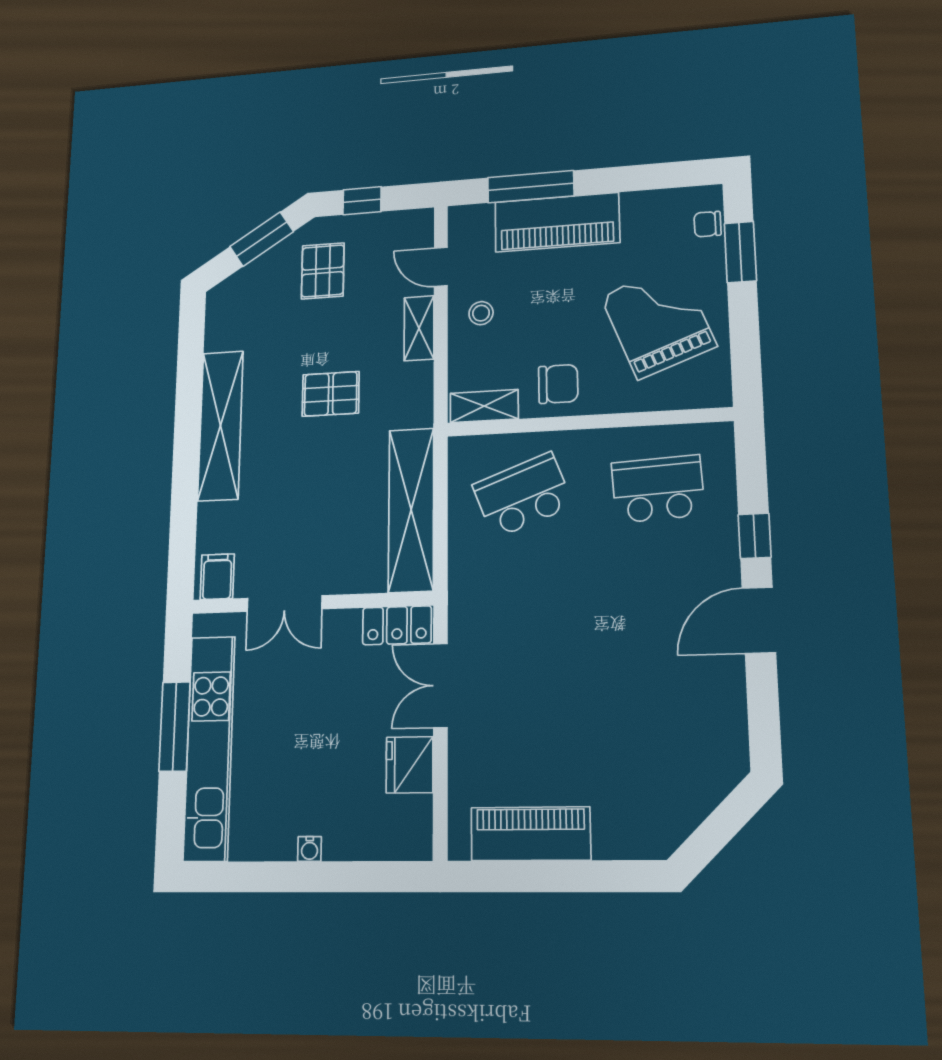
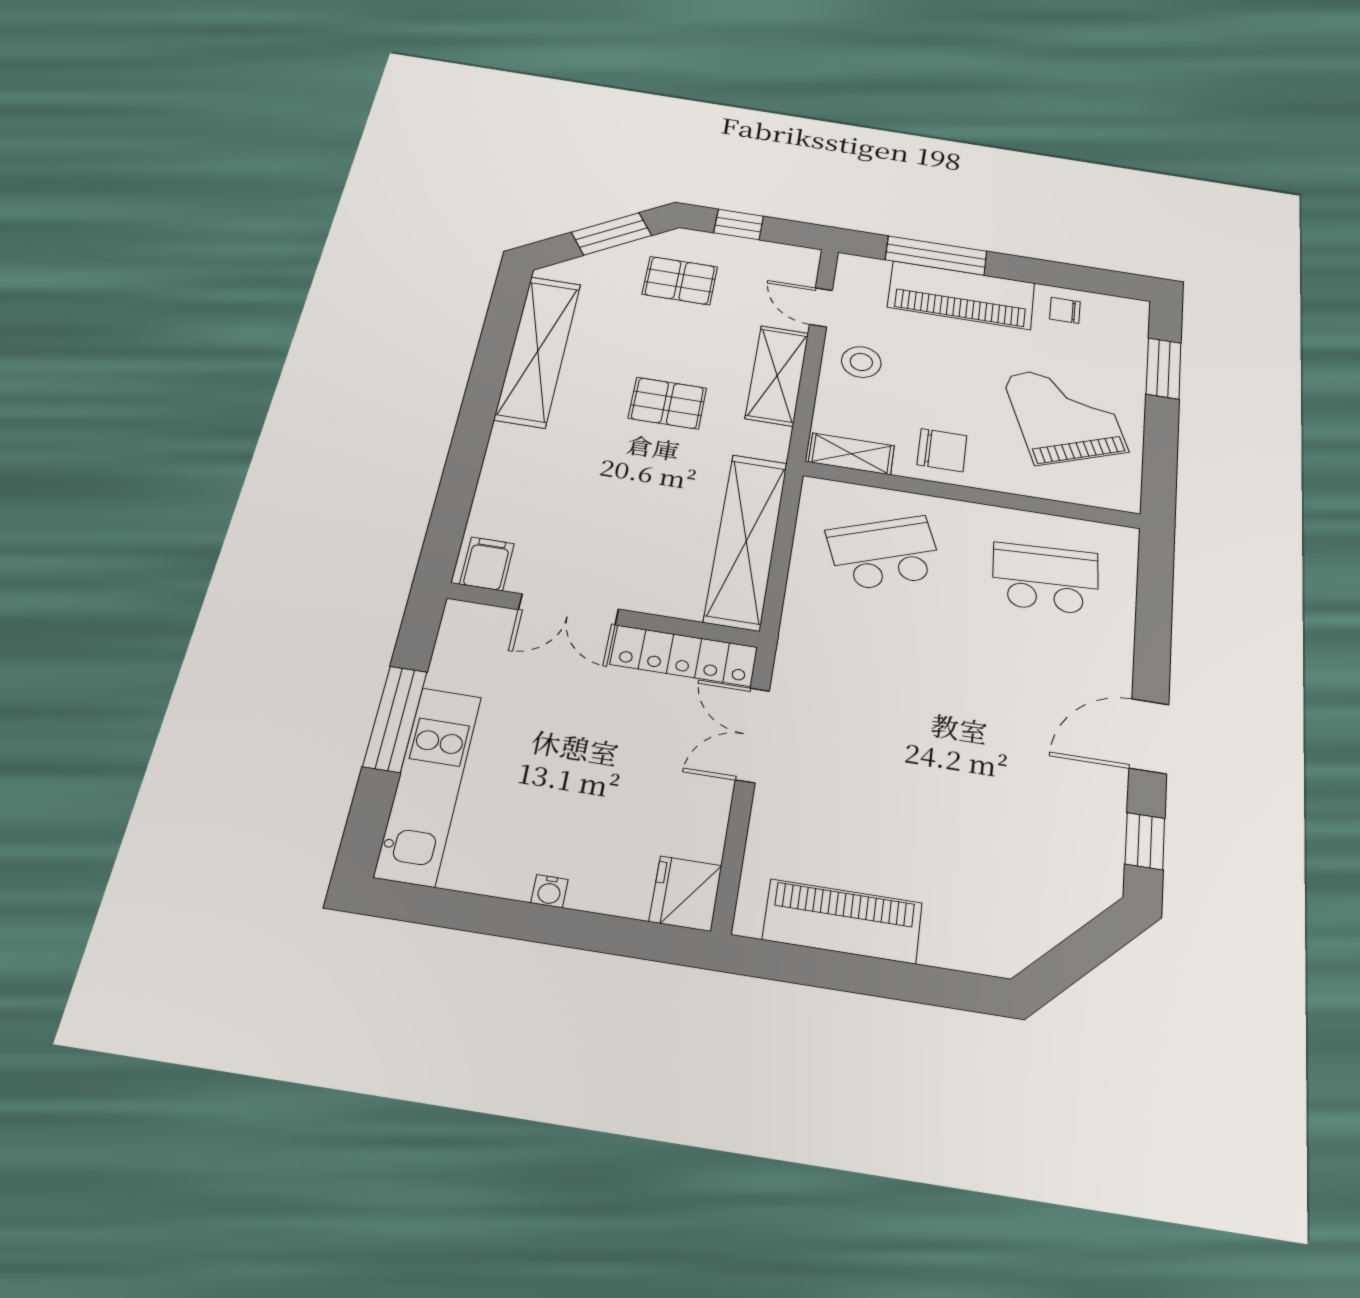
chair: (707, 224) -> (1065, 310), moved
pallet: (323, 271) -> (680, 281), turned 90
stool: (481, 313) -> (861, 362), width x1.37, depth x1.37
shelving: (419, 328) -> (777, 375), width x1.50, depth x1.33
shelving: (220, 425) -> (538, 351), moved
window: (755, 536) -> (1145, 841), moved
locker: (397, 625) -> (684, 656), width x1.53
kitchen unit: (209, 748) -> (428, 785), width x0.73
fridge: (410, 765) -> (686, 894), moved

